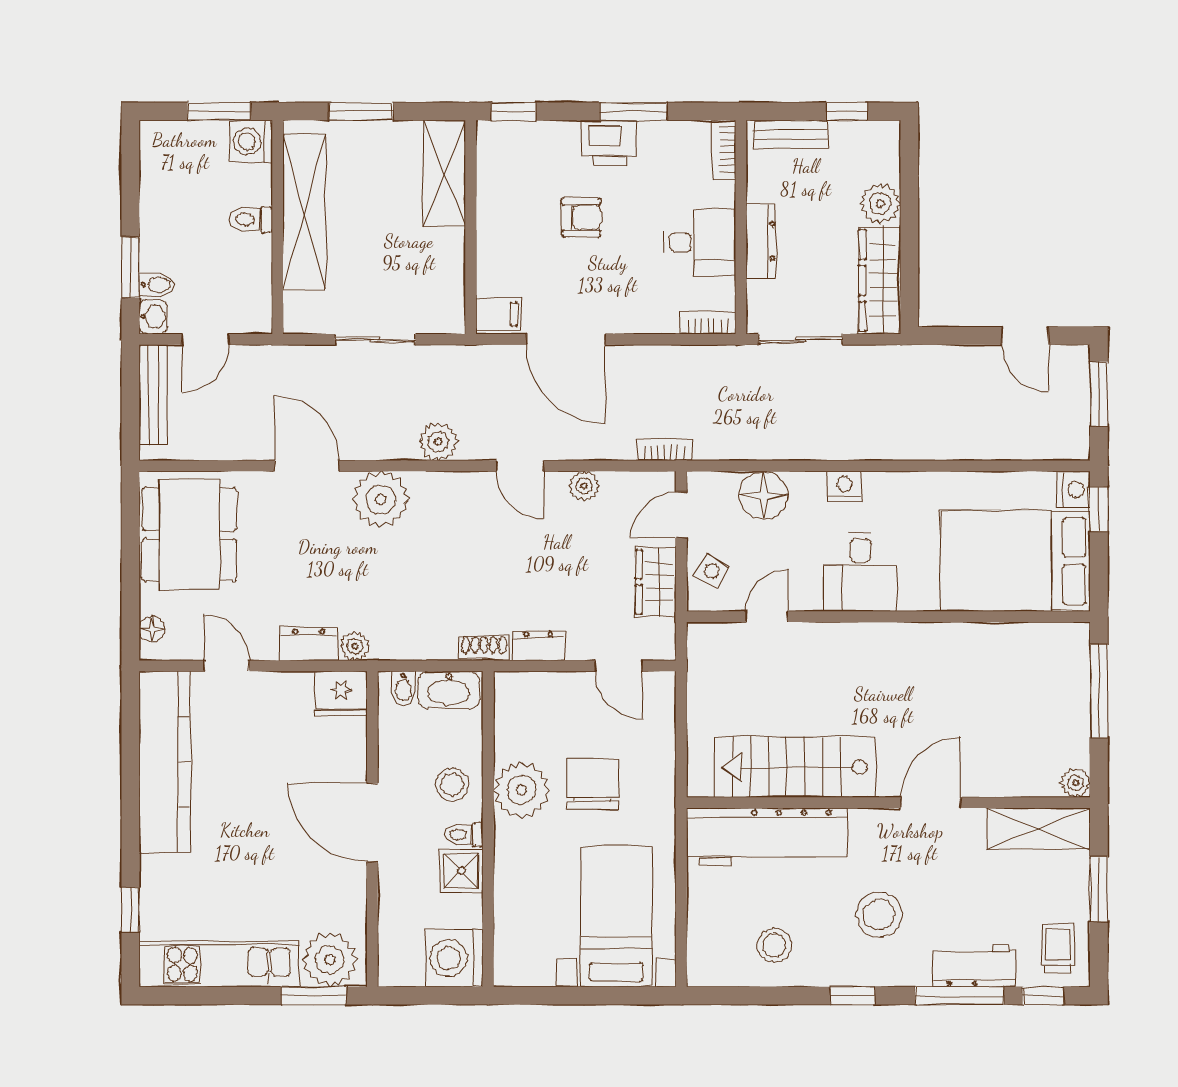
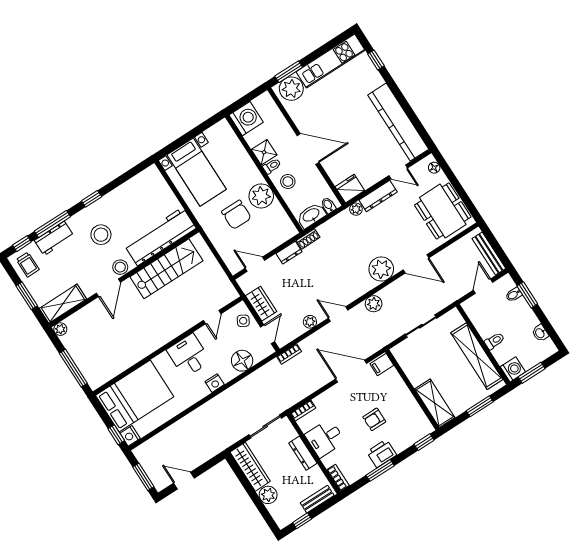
washbasin: (153, 317) -> (540, 333), moved
dresser: (309, 644) -> (378, 196), width x1.44
stool: (774, 945) -> (120, 267), moved

